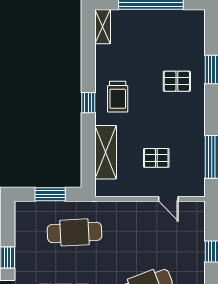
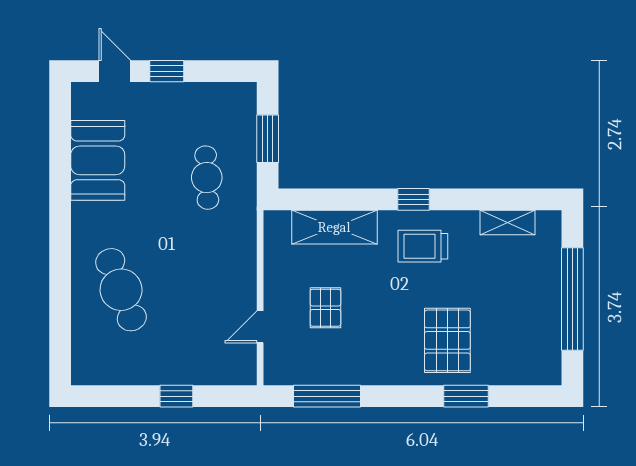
shelving: (103, 27) -> (507, 222), moved
pallet: (177, 81) -> (447, 340), width x1.50, depth x1.42
cafe table: (75, 232) -> (207, 178), width x0.73, depth x0.74

